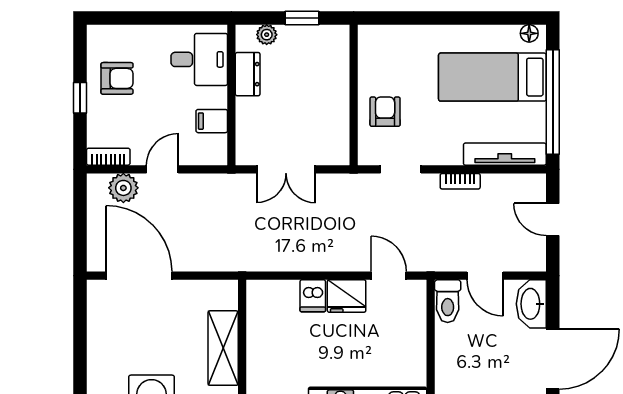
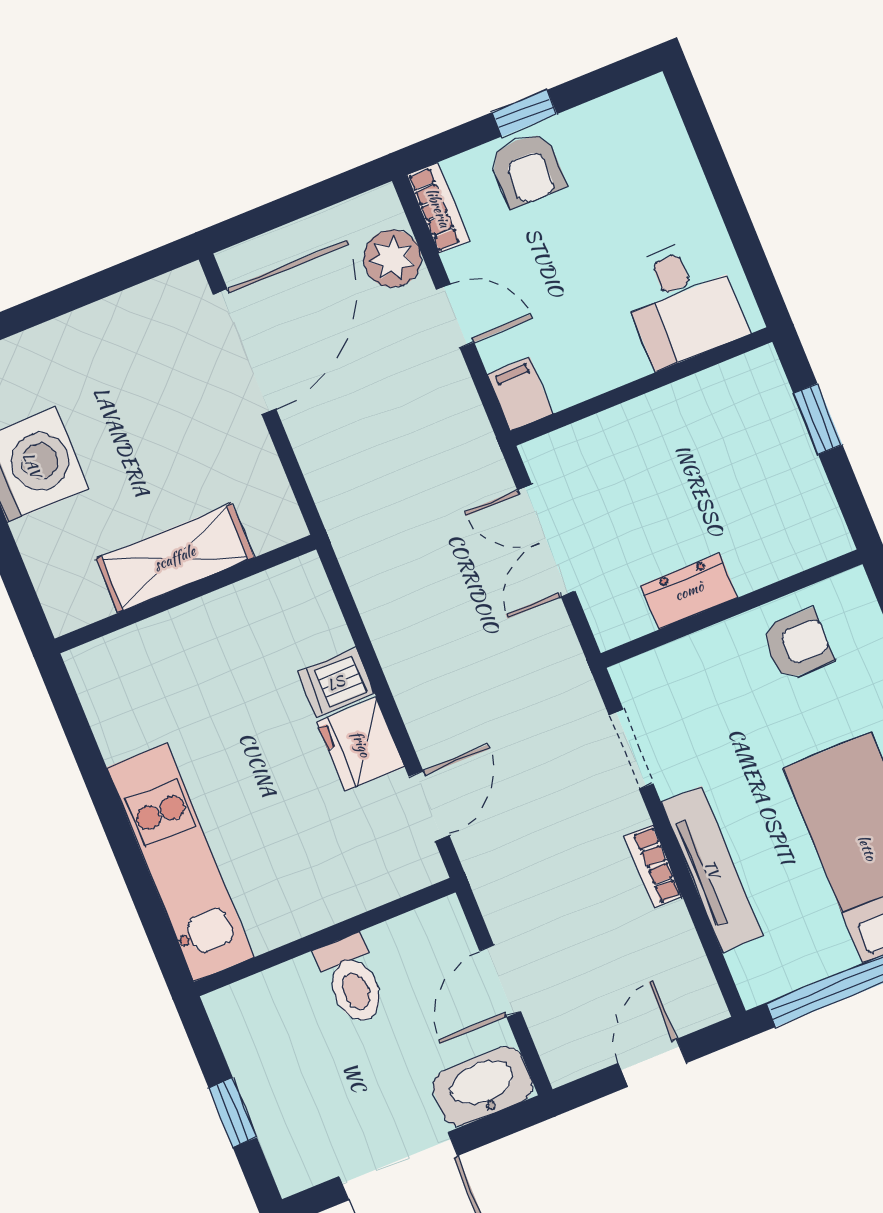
window: (302, 18) -> (818, 419), moved
plant: (267, 35) -> (777, 406), removed
dresser: (248, 74) -> (689, 591), moved, turned 180
armchair: (117, 78) -> (528, 169), moved
armchair: (385, 112) -> (797, 645), moved
filing cabinet: (212, 121) -> (520, 394), moved
tv unit: (505, 154) -> (712, 869), moved
toilet: (448, 301) -> (352, 980), moved, turned -90

